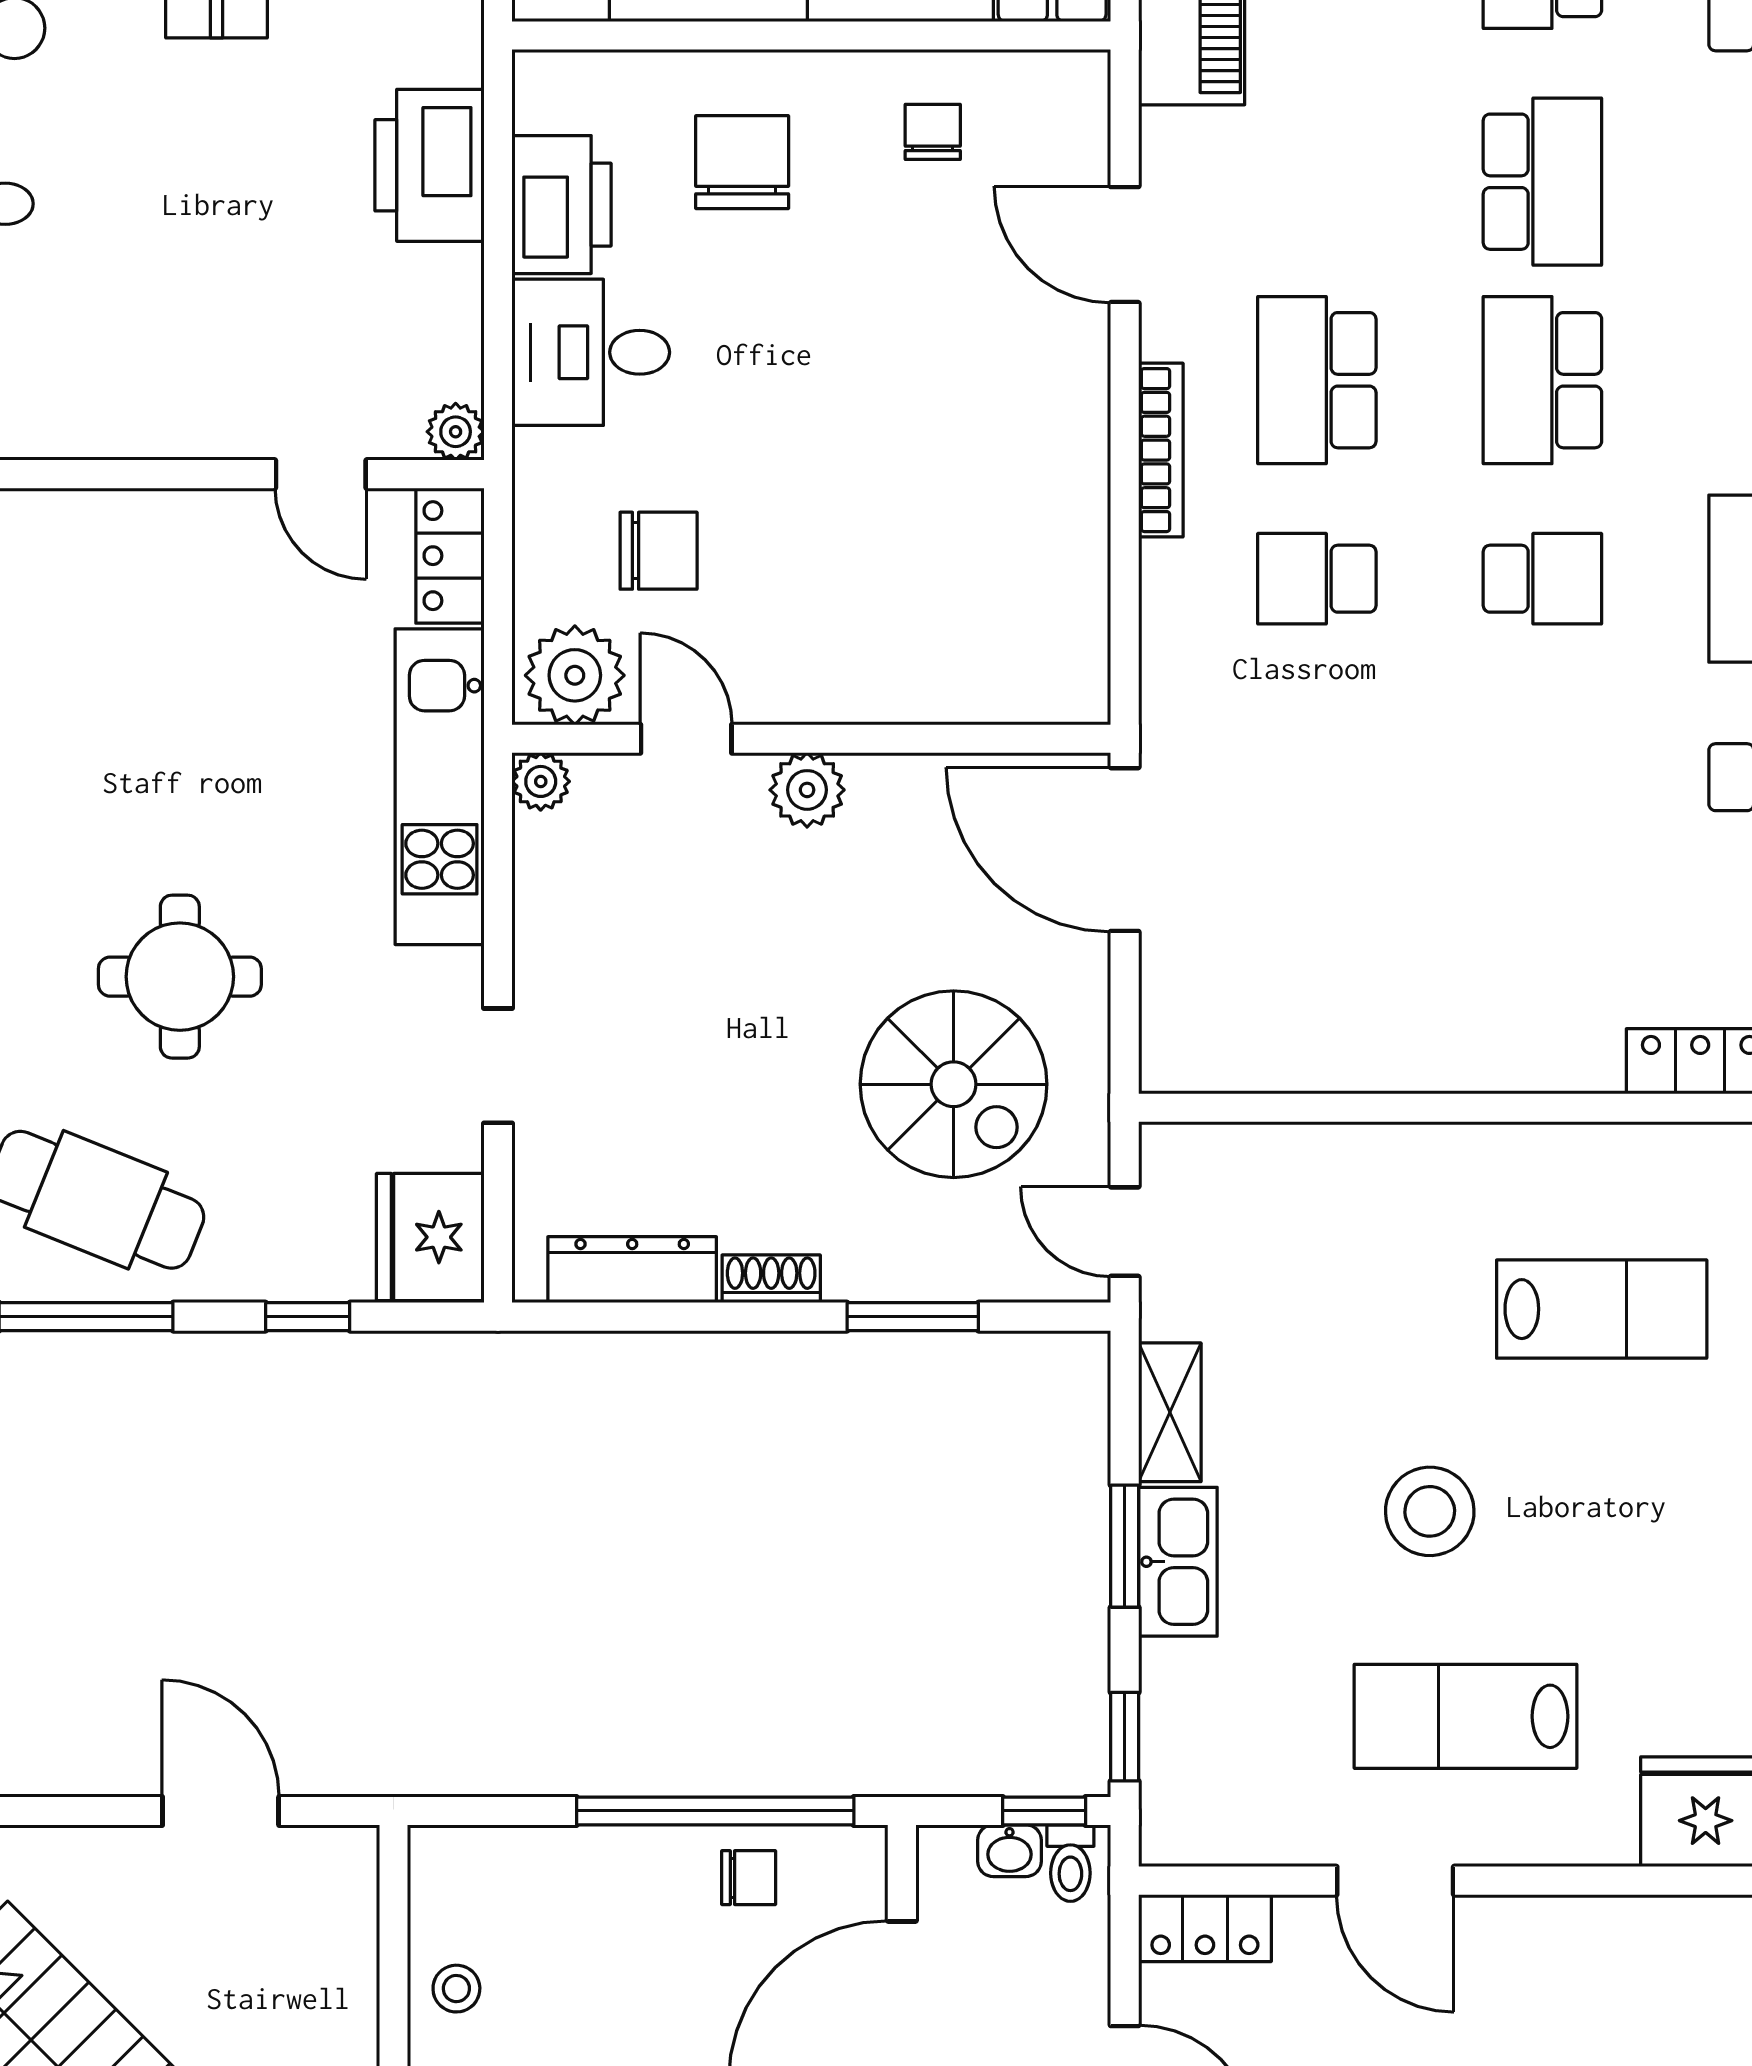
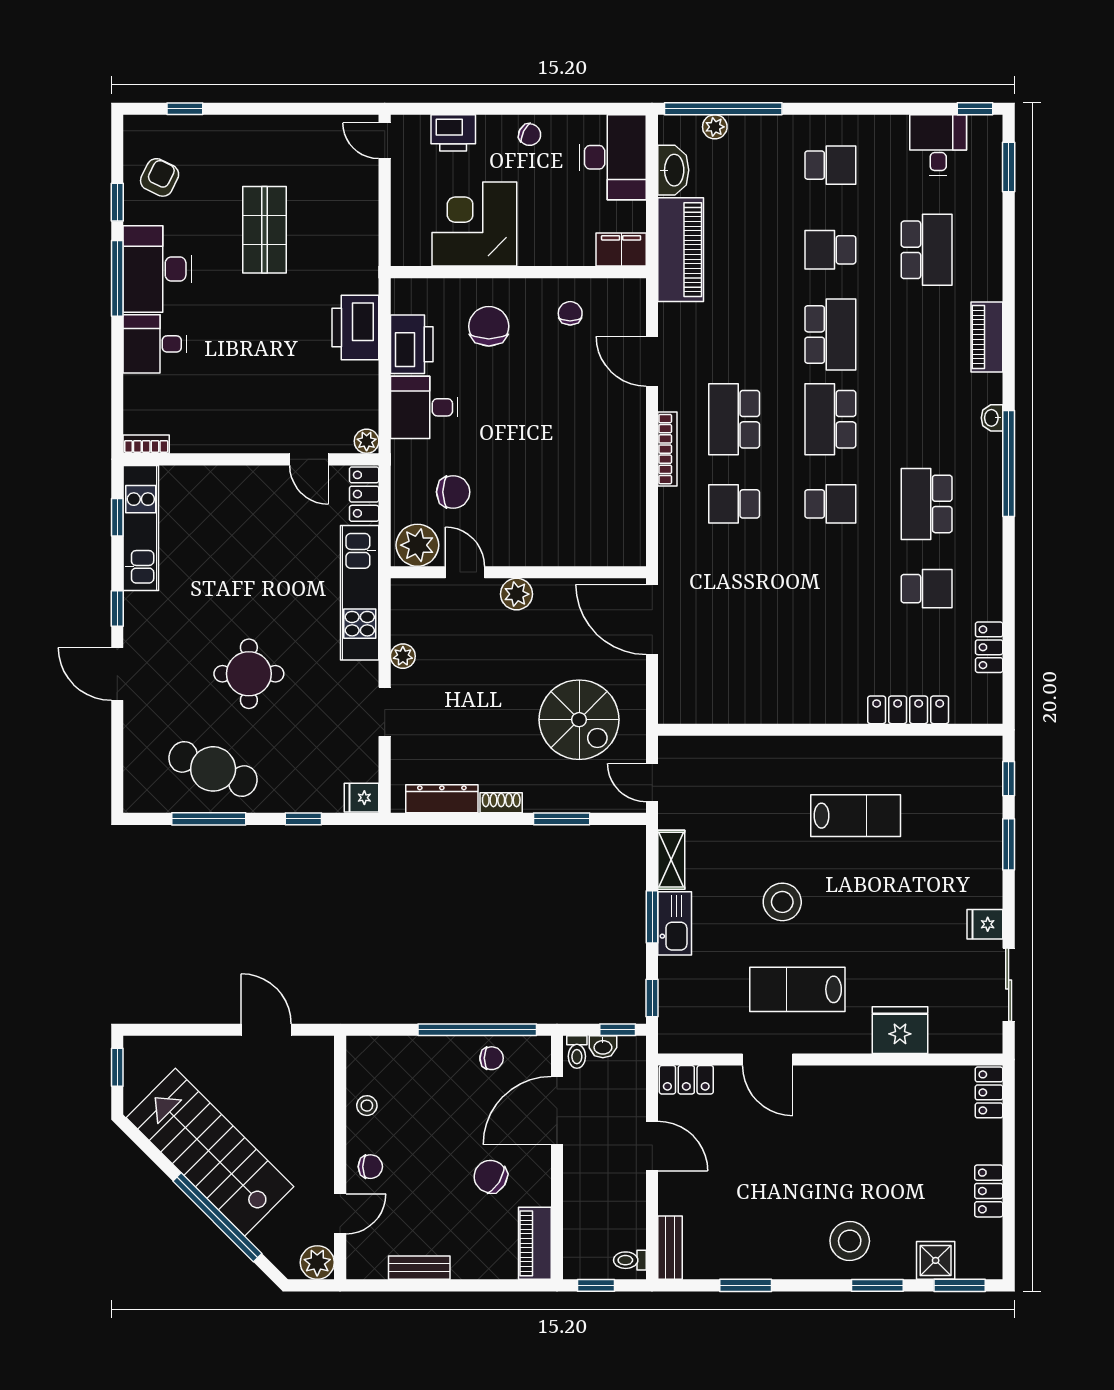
plant: (541, 781) -> (403, 656), moved
fridge: (430, 1237) -> (362, 798), width x0.53, depth x0.75
toilet: (1070, 1863) -> (577, 1052), moved

